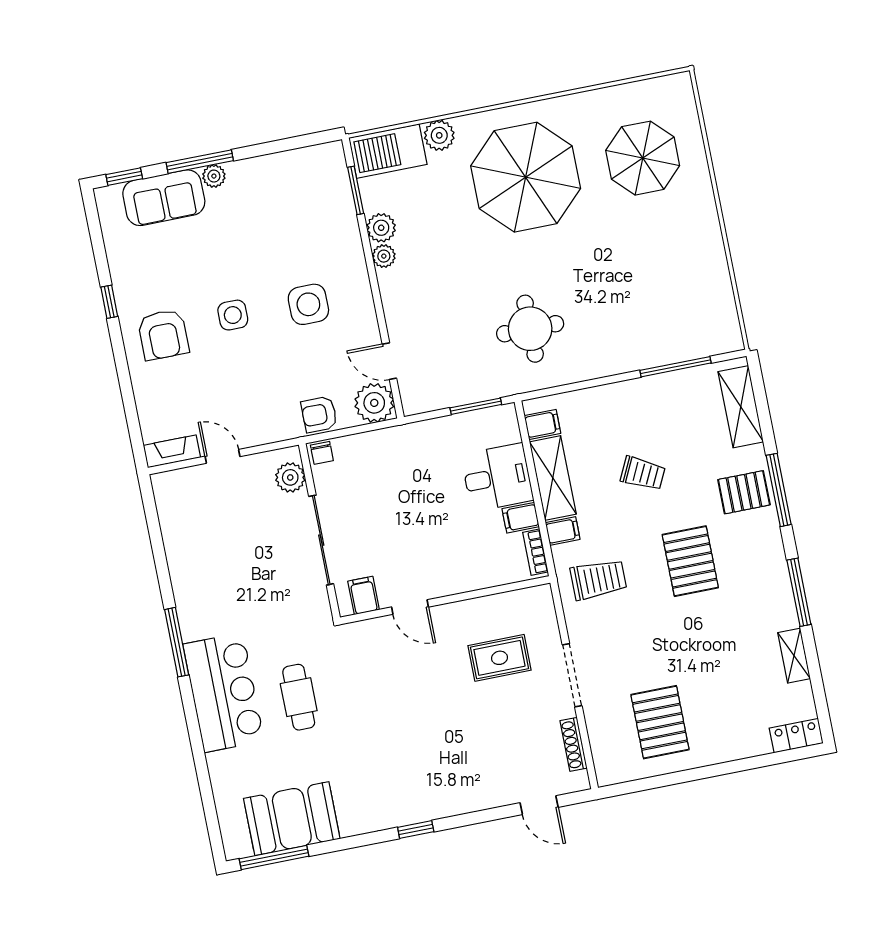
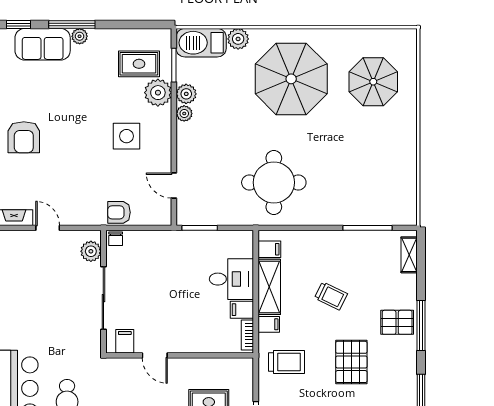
rug: (306, 198) -> (139, 64), added
side table: (233, 315) -> (74, 133), removed
round table: (530, 329) -> (274, 182), width x1.36, depth x1.36
plant: (374, 403) -> (158, 93), moved
window: (476, 406) -> (200, 228), moved
shelving: (741, 407) -> (409, 255), width x0.67, depth x0.75

